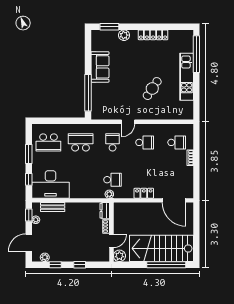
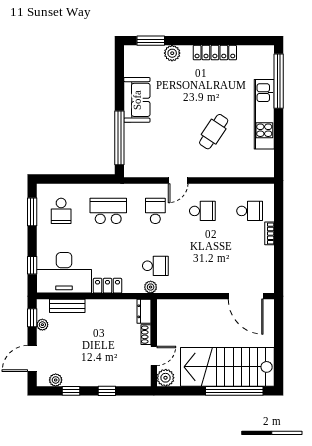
school desk: (48, 142) -> (61, 211), width x0.54
window: (29, 154) -> (32, 212), moved
locker: (144, 193) -> (107, 286), moved

